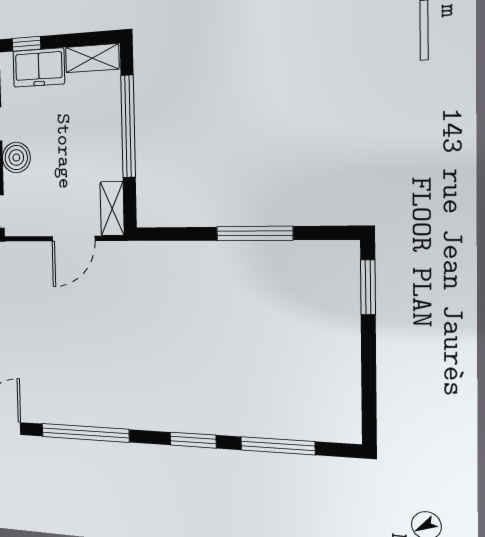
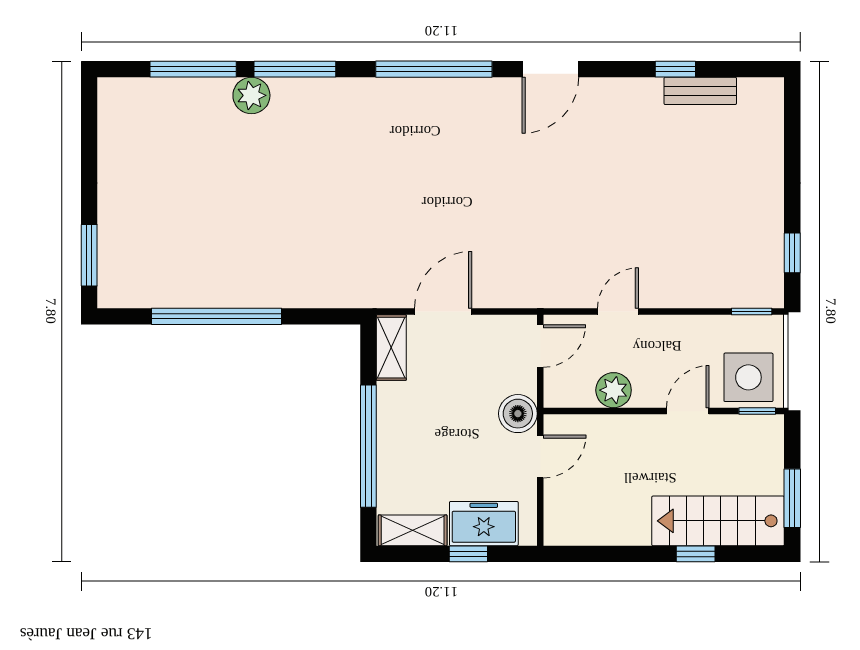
window: (26, 44) -> (468, 554), moved
window: (255, 233) -> (216, 316), width x1.46
plant: (228, 420) -> (251, 95), added
window: (193, 440) -> (295, 69), width x1.44

